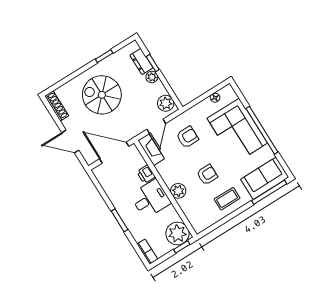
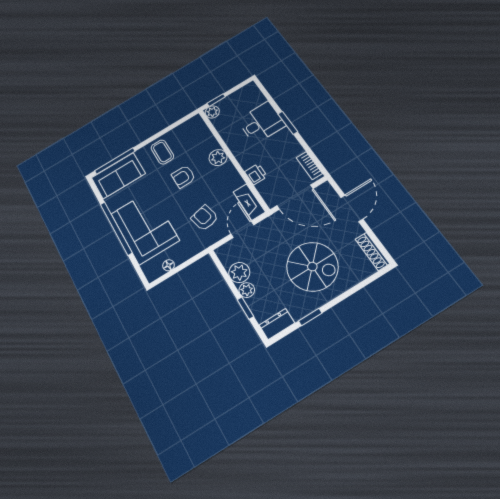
dresser: (141, 62) -> (277, 324), moved, turned -90
plant: (166, 103) -> (239, 272), moved
armchair: (187, 137) -> (205, 218), turned 77
door: (70, 142) -> (352, 208), hinge flipped
desk: (150, 199) -> (261, 123), moved, turned 180
coffee table: (227, 199) -> (162, 152), turned 90
plant: (177, 233) -> (212, 112), width x0.53, depth x0.53
bookcase: (147, 252) -> (309, 166), moved

